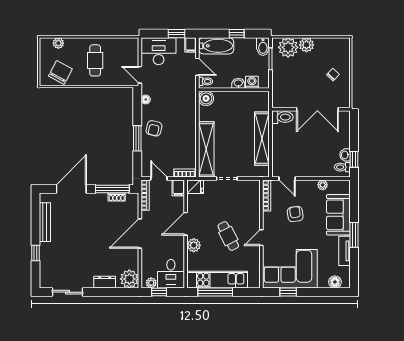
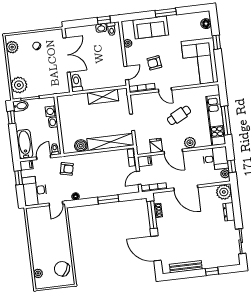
window: (237, 34) -> (11, 117), moved
plant: (306, 45) -> (12, 47), moved
cafe table: (95, 60) -> (49, 242), removed
boiler: (206, 98) -> (81, 146), moved
armchair: (154, 128) -> (67, 169), moved
shelving: (262, 139) -> (103, 97), width x0.68
fridge: (195, 187) -> (156, 146), moved
door: (261, 238) -> (165, 90), moved
tv unit: (344, 251) -> (180, 19), removed
window: (288, 292) -> (217, 42), moved

